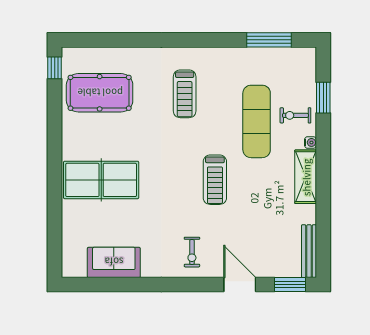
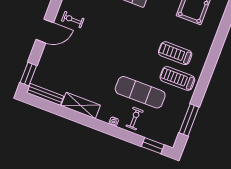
window: (323, 98) -> (153, 146), moved
shelving: (306, 177) -> (81, 105), moved
treadmill: (215, 180) -> (177, 78), moved
door: (240, 285) -> (45, 31), moved

